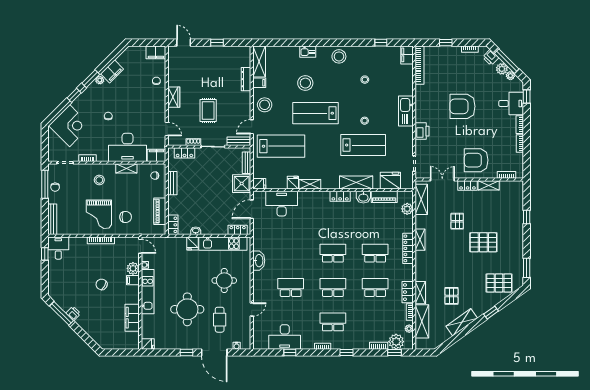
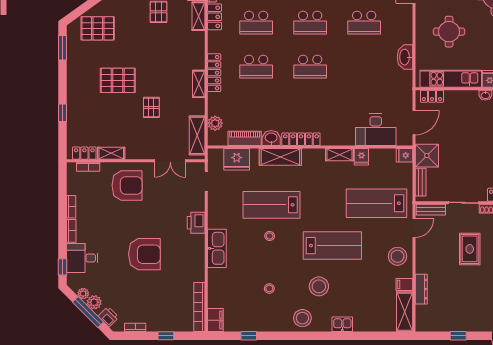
stool: (305, 83) -> (319, 286), moved
locker: (468, 185) -> (84, 153), moved
locker: (340, 196) -> (301, 139), width x1.53

